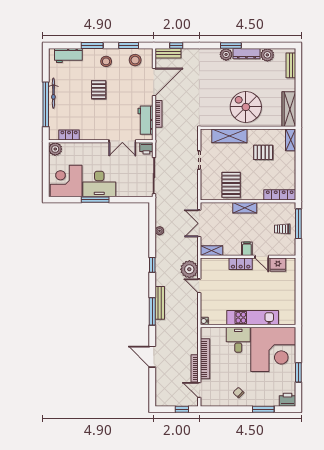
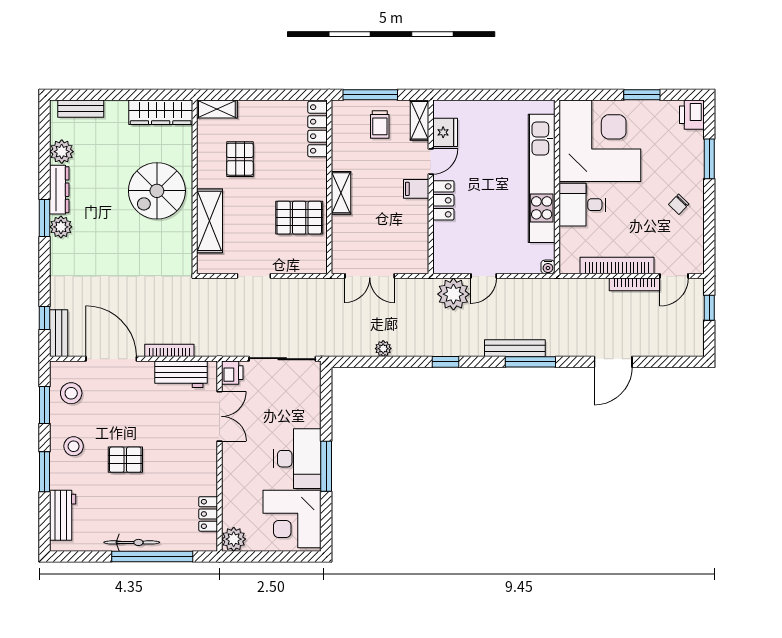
shelving: (211, 251) -> (420, 120), moved
kitchen unit: (253, 318) -> (542, 178), width x1.36

